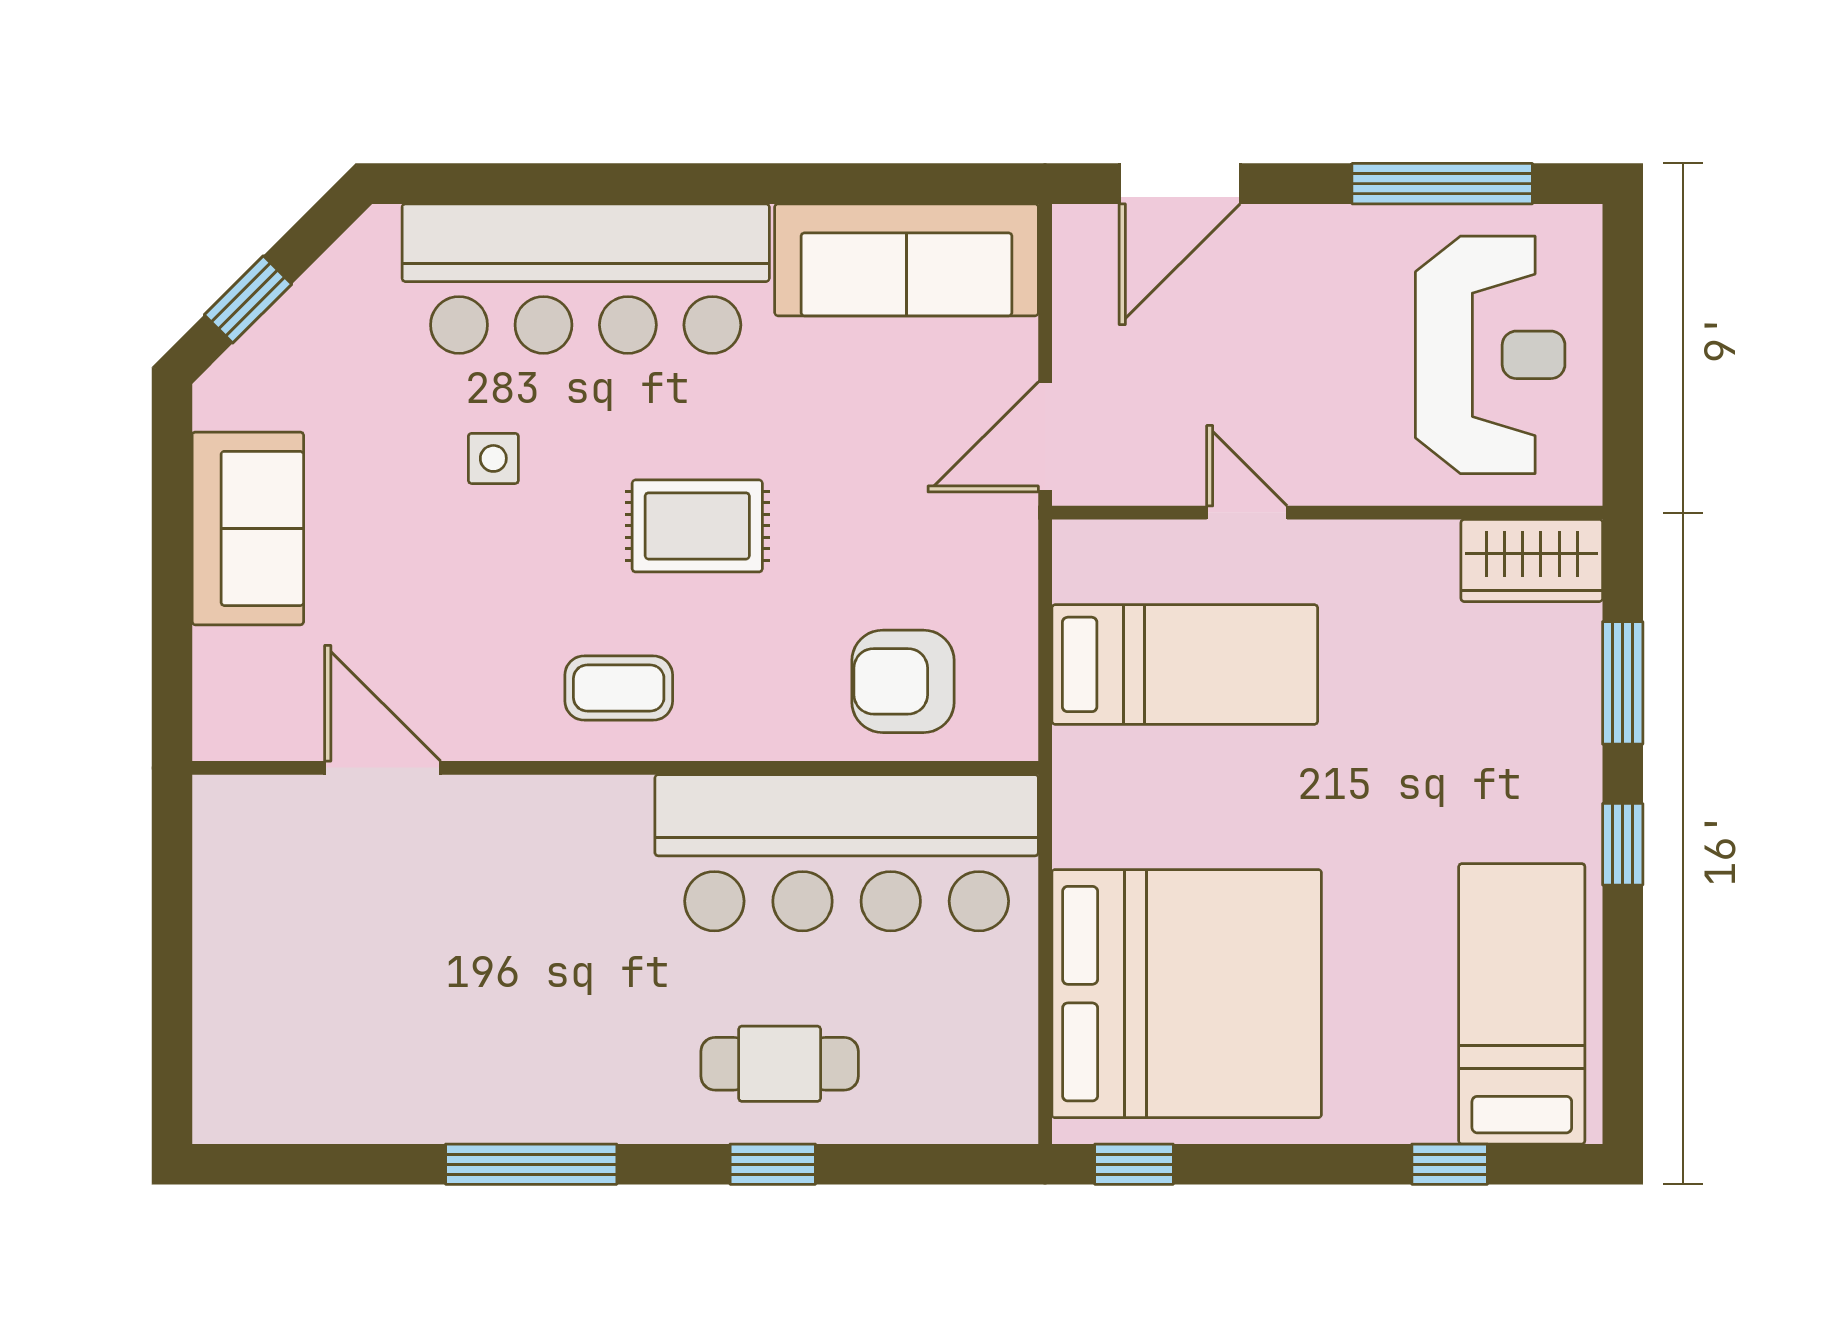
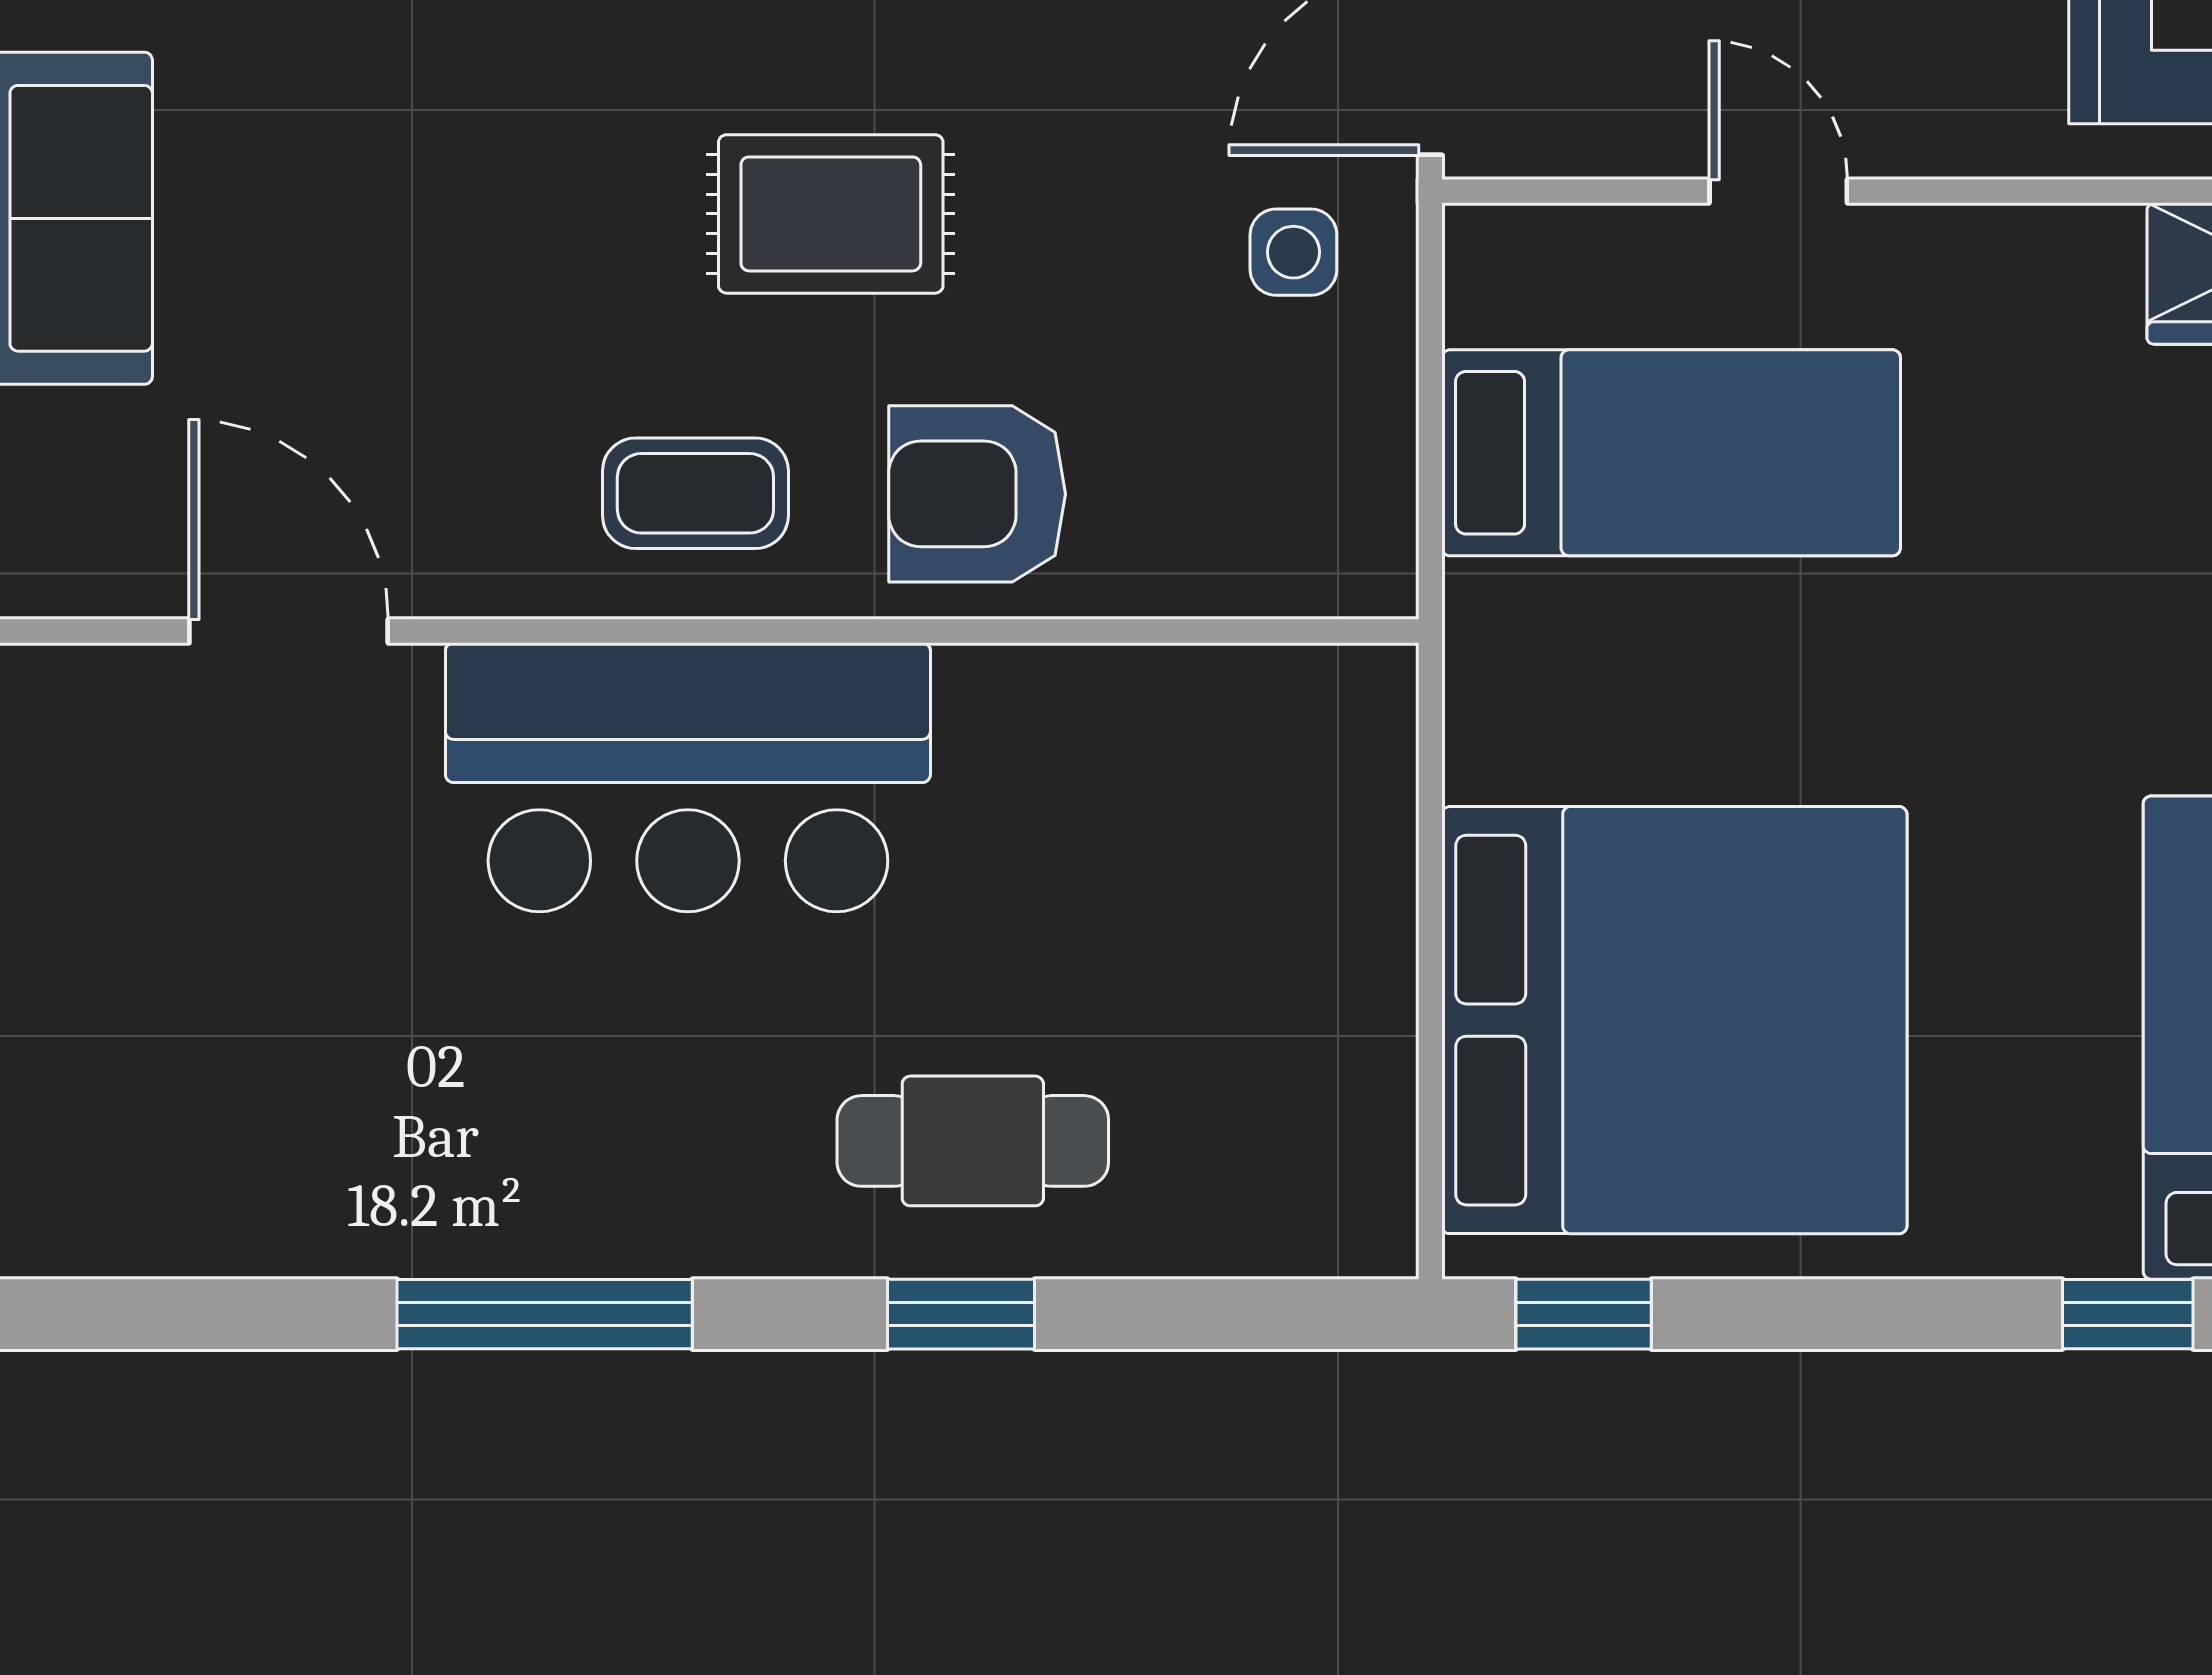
side table: (493, 458) -> (1293, 252), moved
armchair: (903, 681) -> (977, 494), moved
bar counter: (847, 853) -> (688, 777), moved, width x0.73

